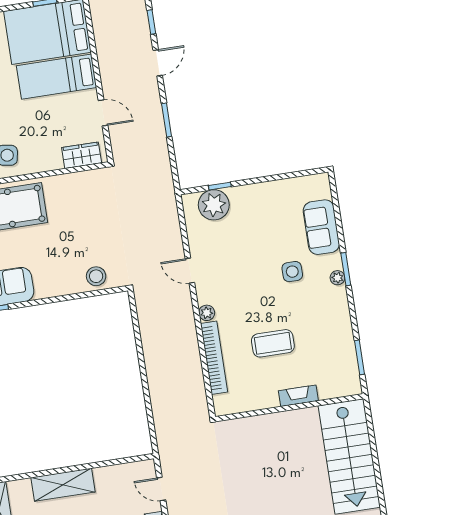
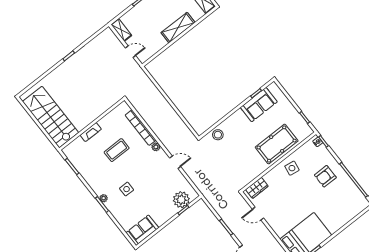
bed: (57, 77) -> (289, 218), removed
sofa: (321, 227) -> (142, 230), moved, turned -90

